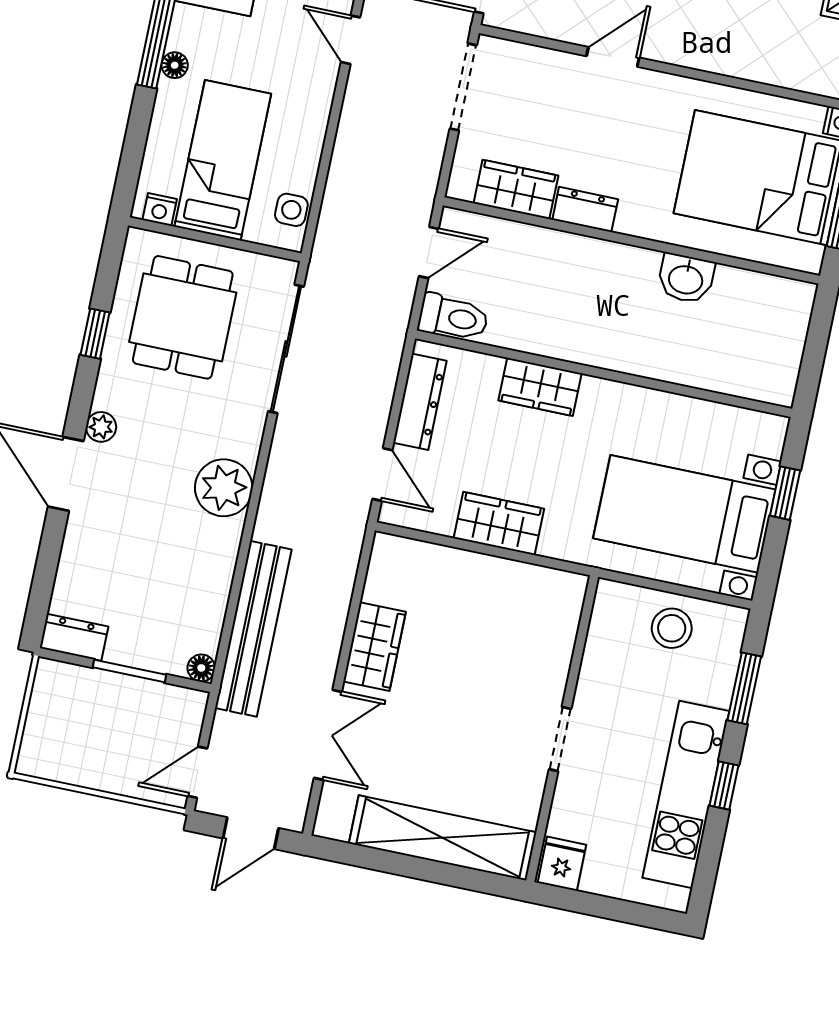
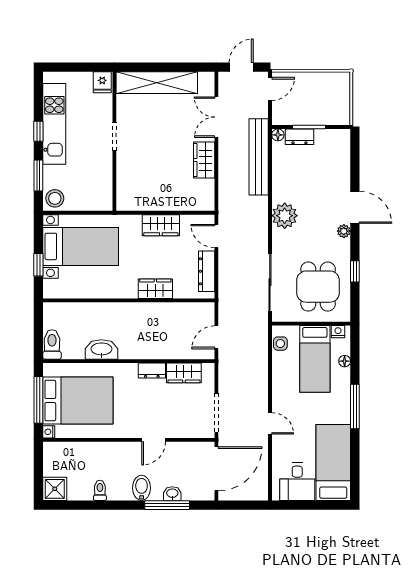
floor lamp: (175, 65) -> (345, 361), moved
washbasin: (686, 279) -> (101, 350), width x1.38
toilet: (453, 317) -> (52, 344), moved, turned 90
stool: (672, 628) -> (55, 198), moved
dresser: (74, 637) -> (299, 137), moved

